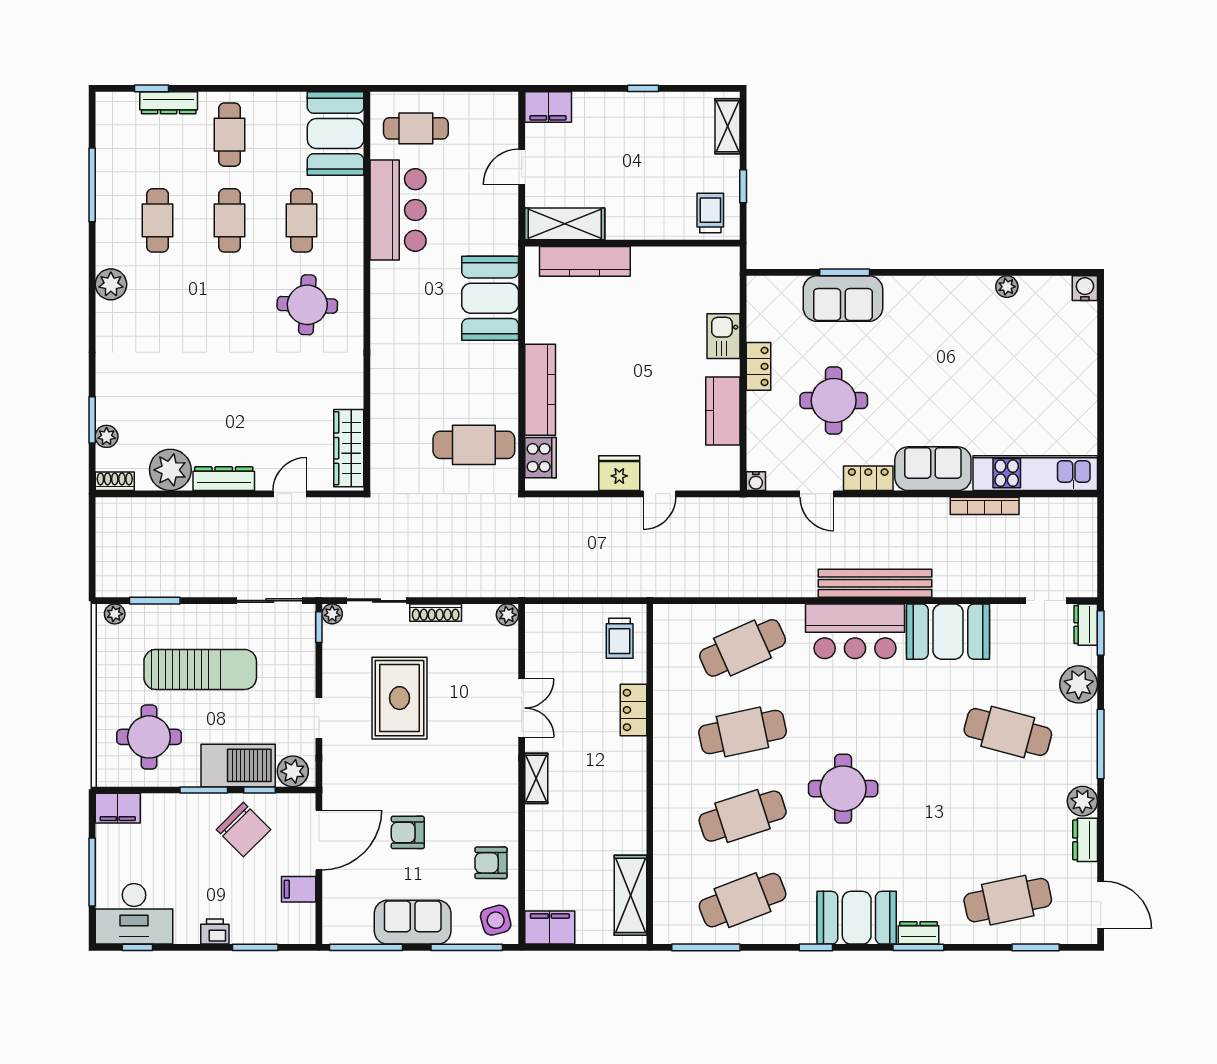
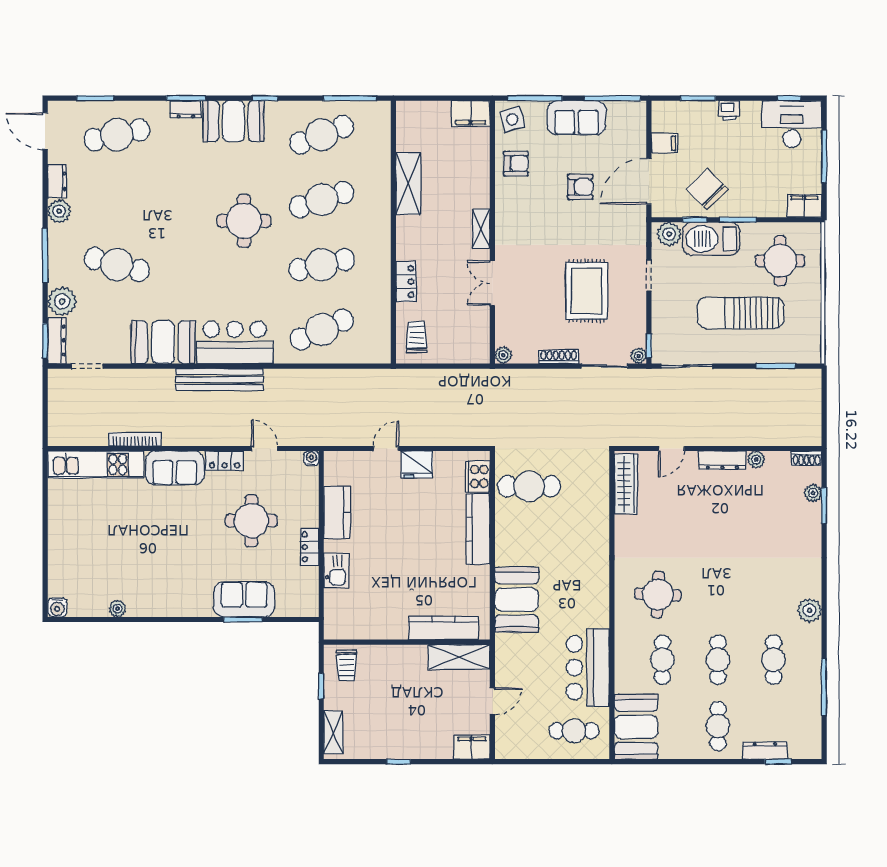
plant: (170, 470) -> (756, 460), width x0.53, depth x0.53
plant: (115, 614) -> (807, 356), removed
dresser: (1086, 625) -> (57, 341), width x1.44
shelving: (630, 895) -> (408, 183), moved

